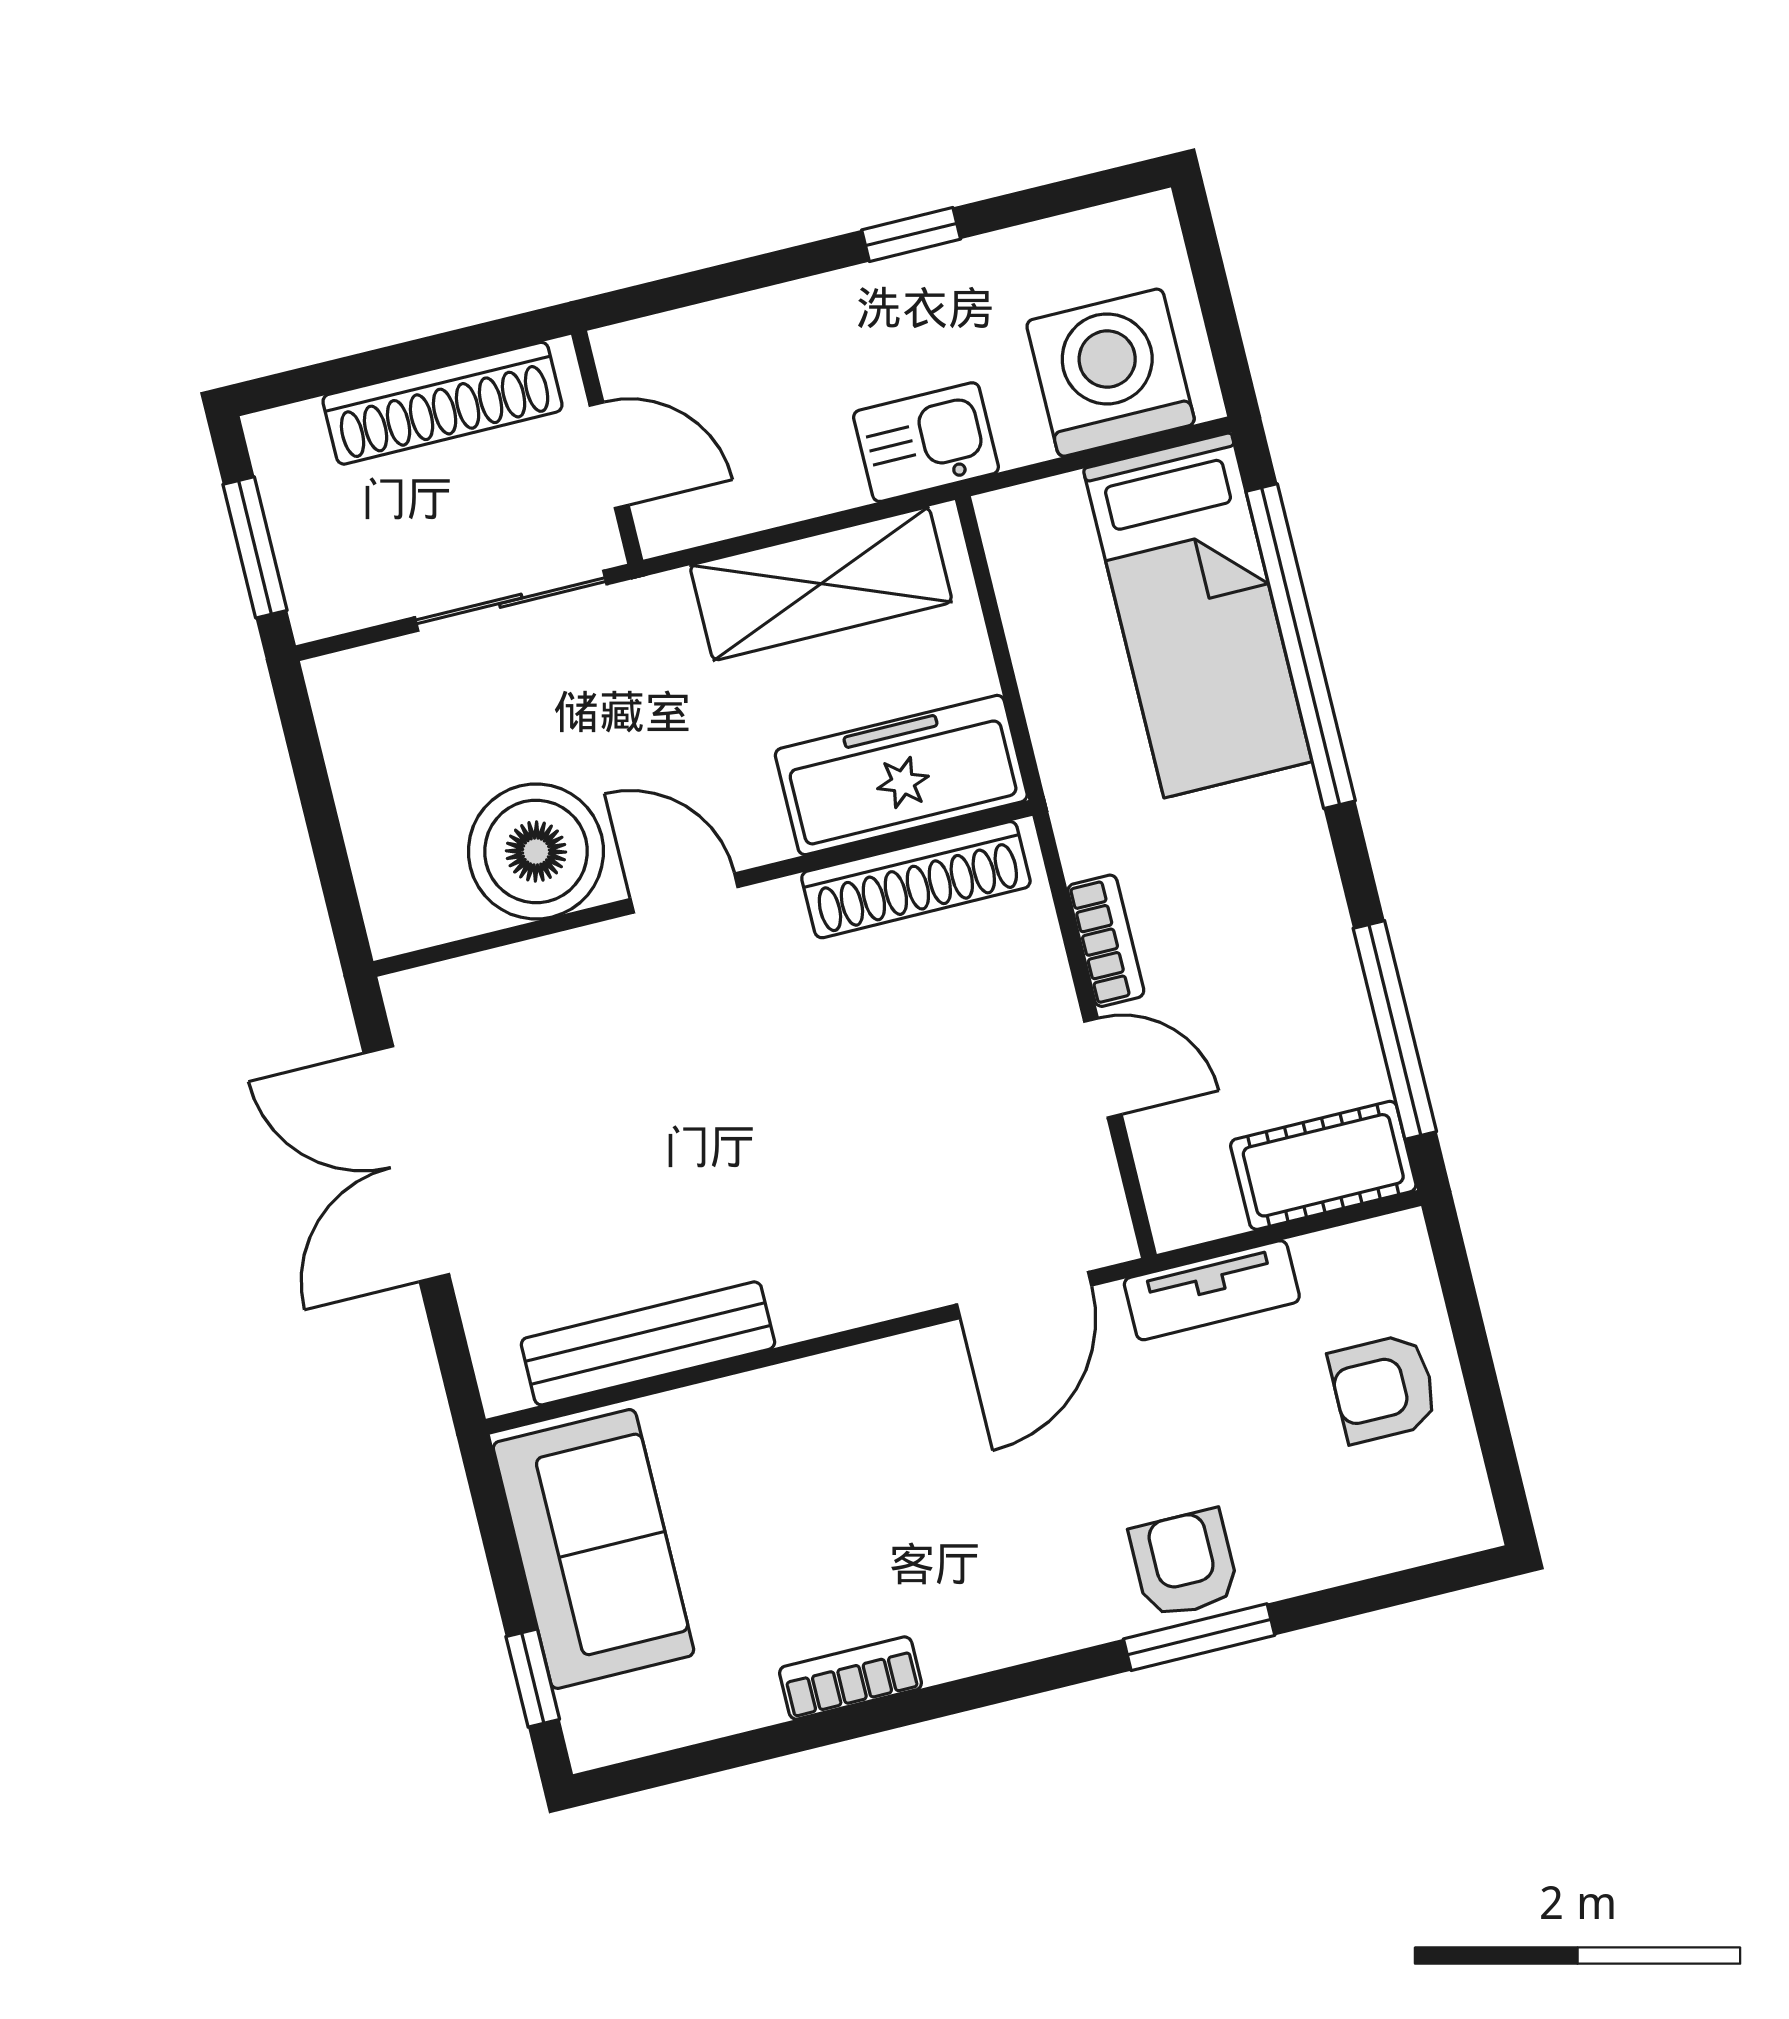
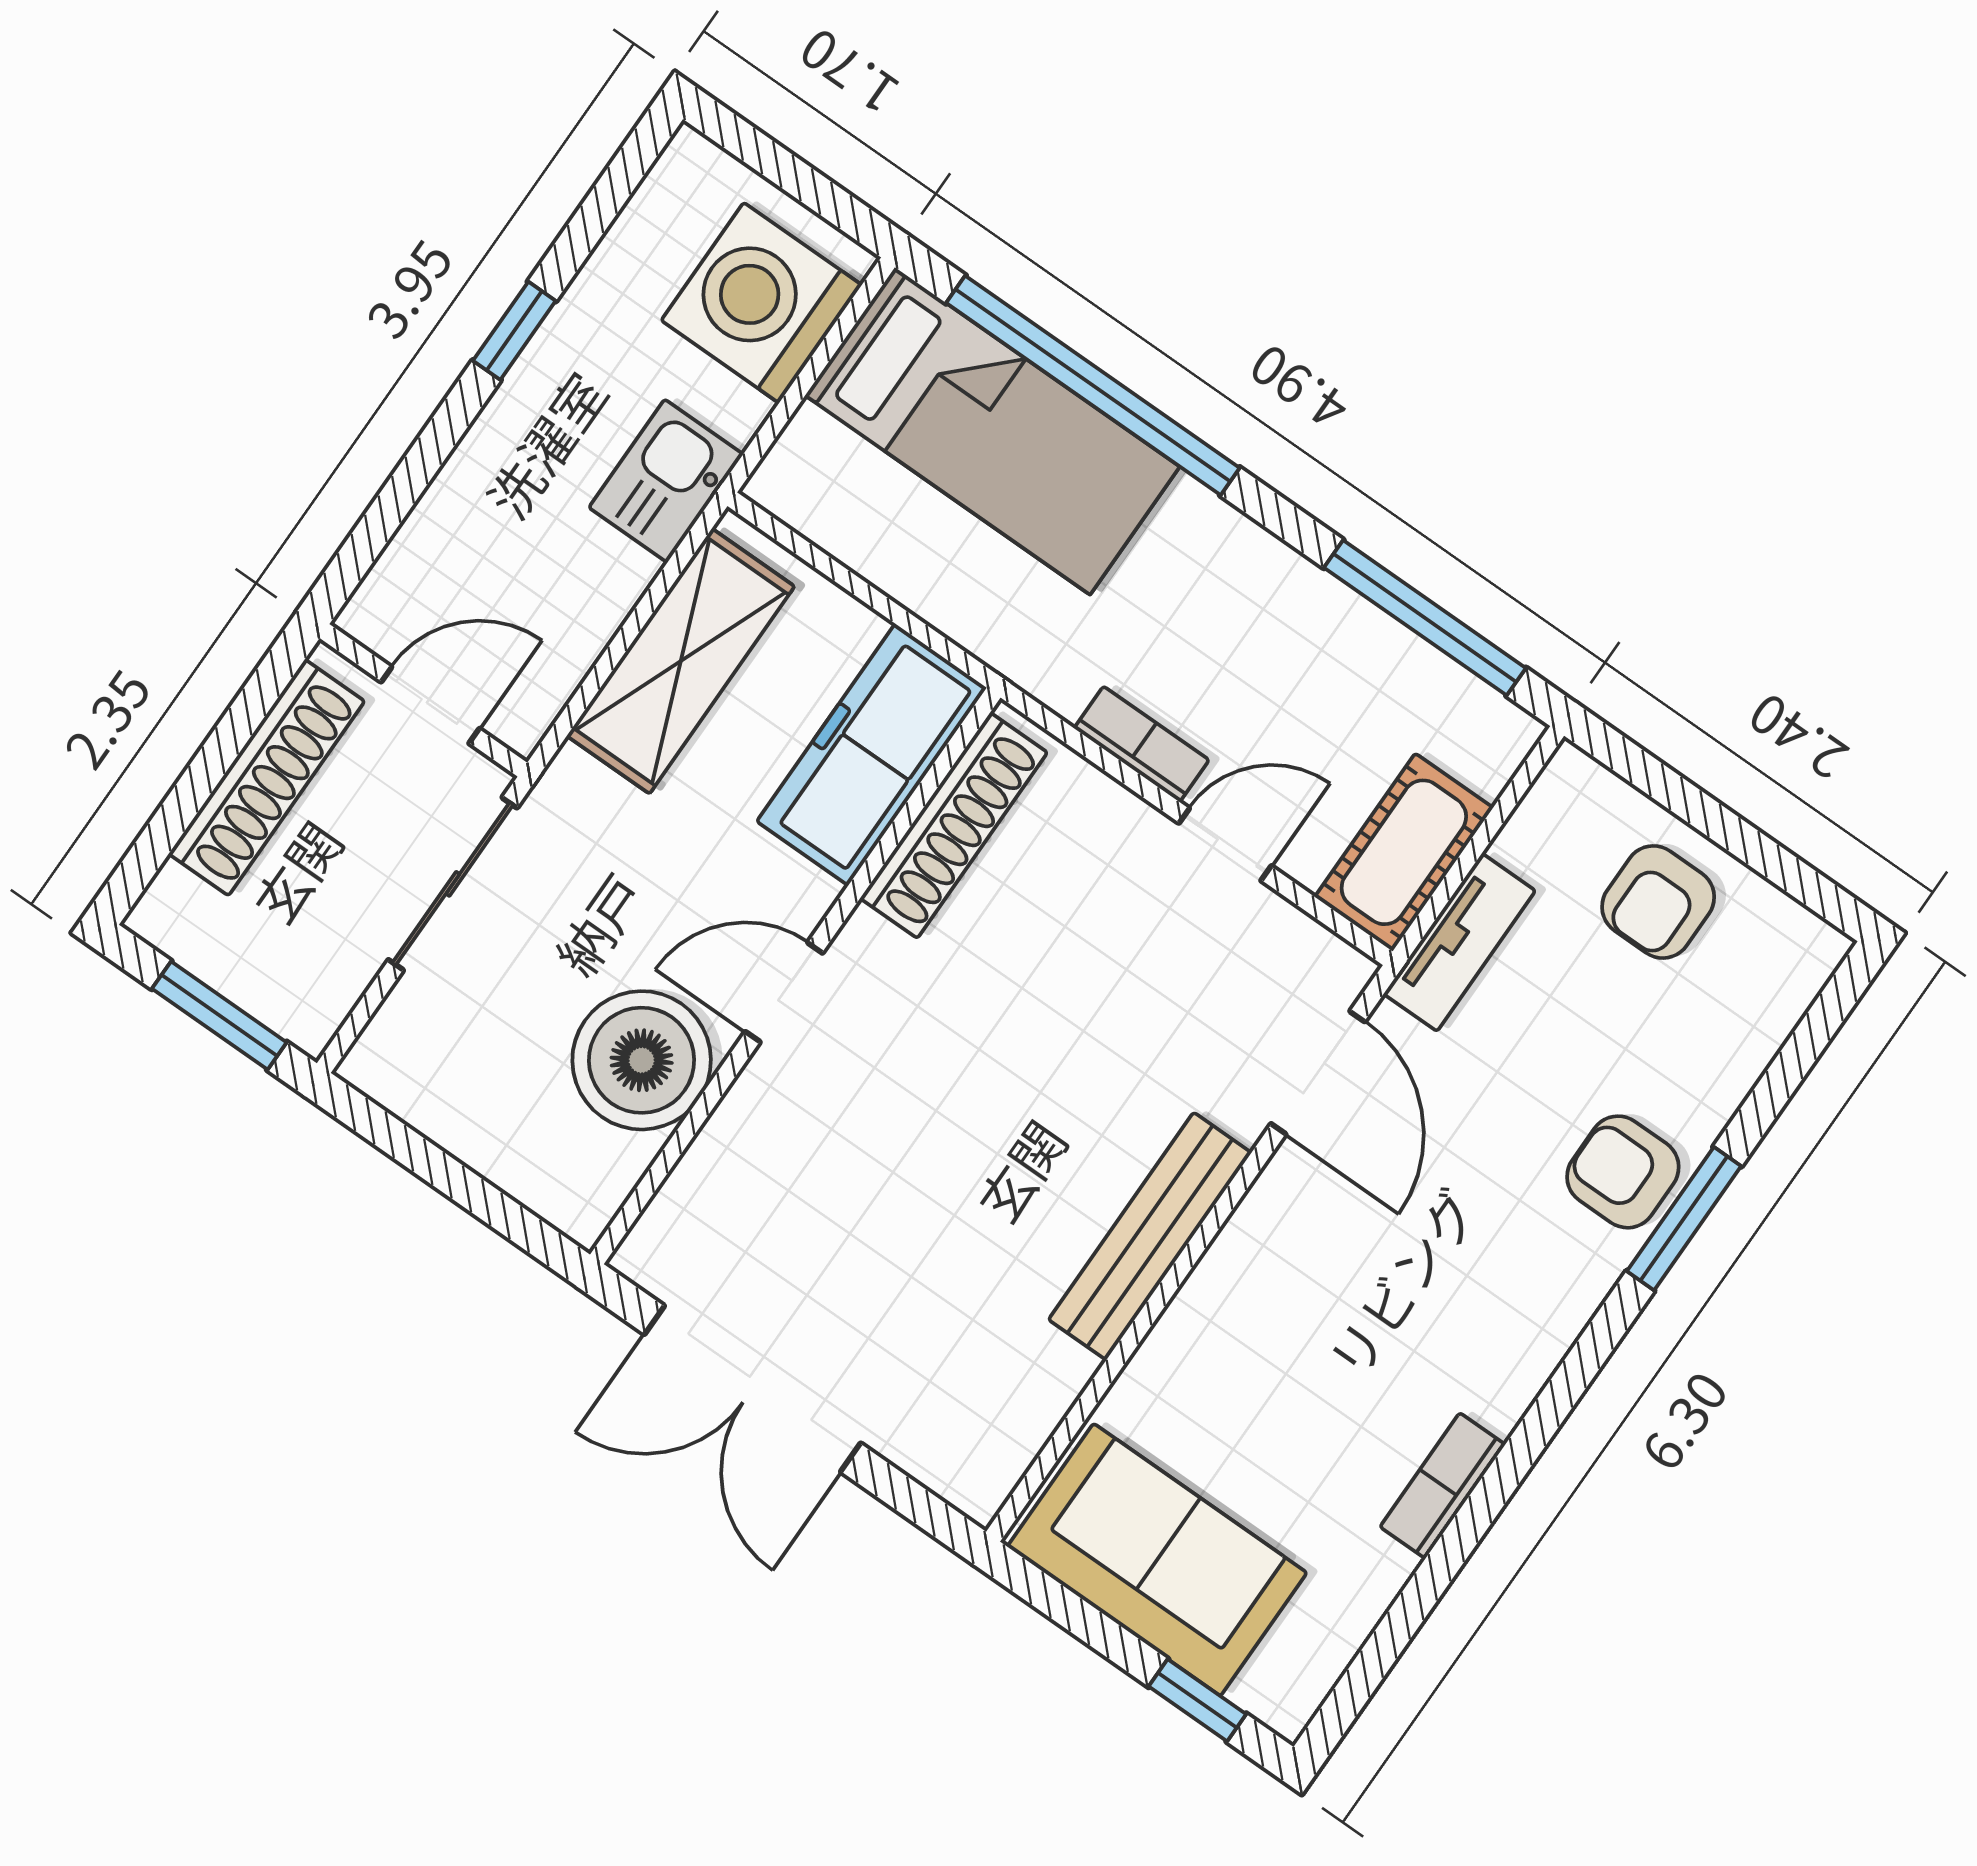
cot: (1323, 1165) -> (1404, 852), moved
bench: (648, 1343) -> (1150, 1236), moved

